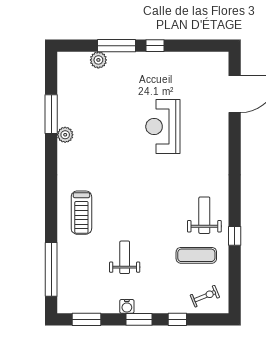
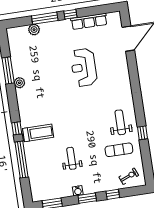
row of seats: (181, 60) -> (89, 21), added
window: (51, 201) -> (17, 128), added
treadmill: (81, 213) -> (38, 133), turned -90
window: (51, 269) -> (22, 160), moved

